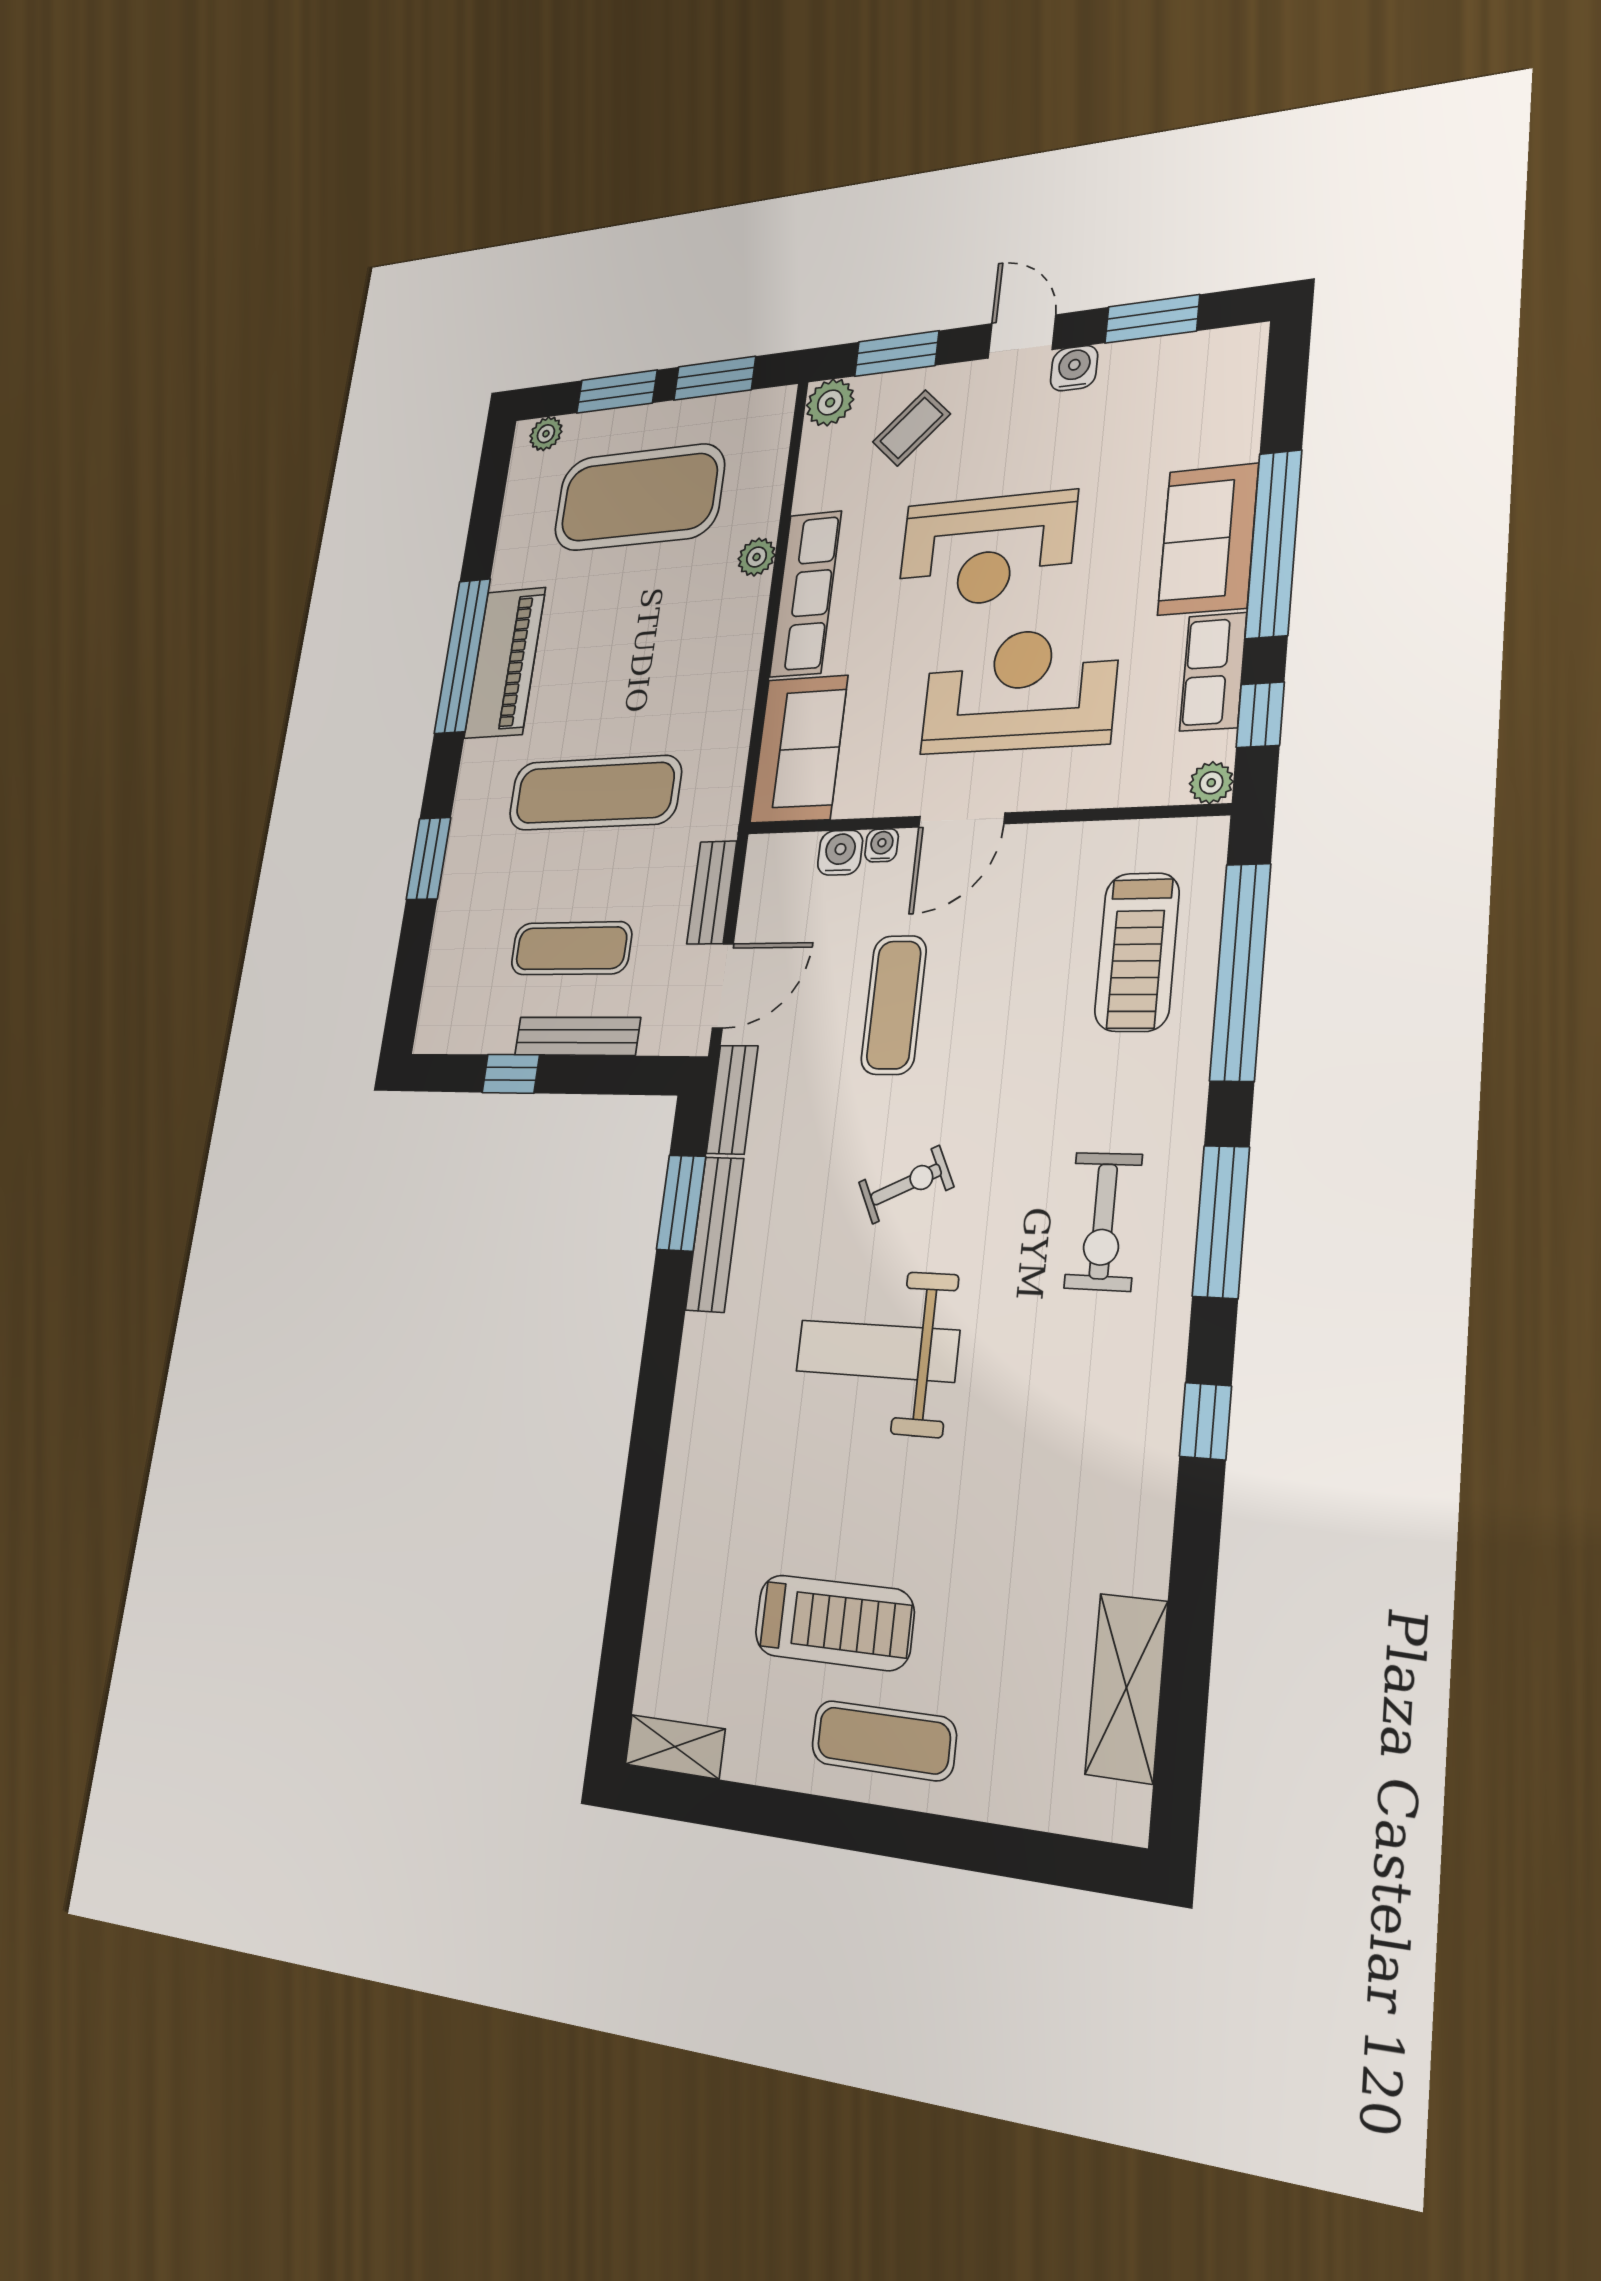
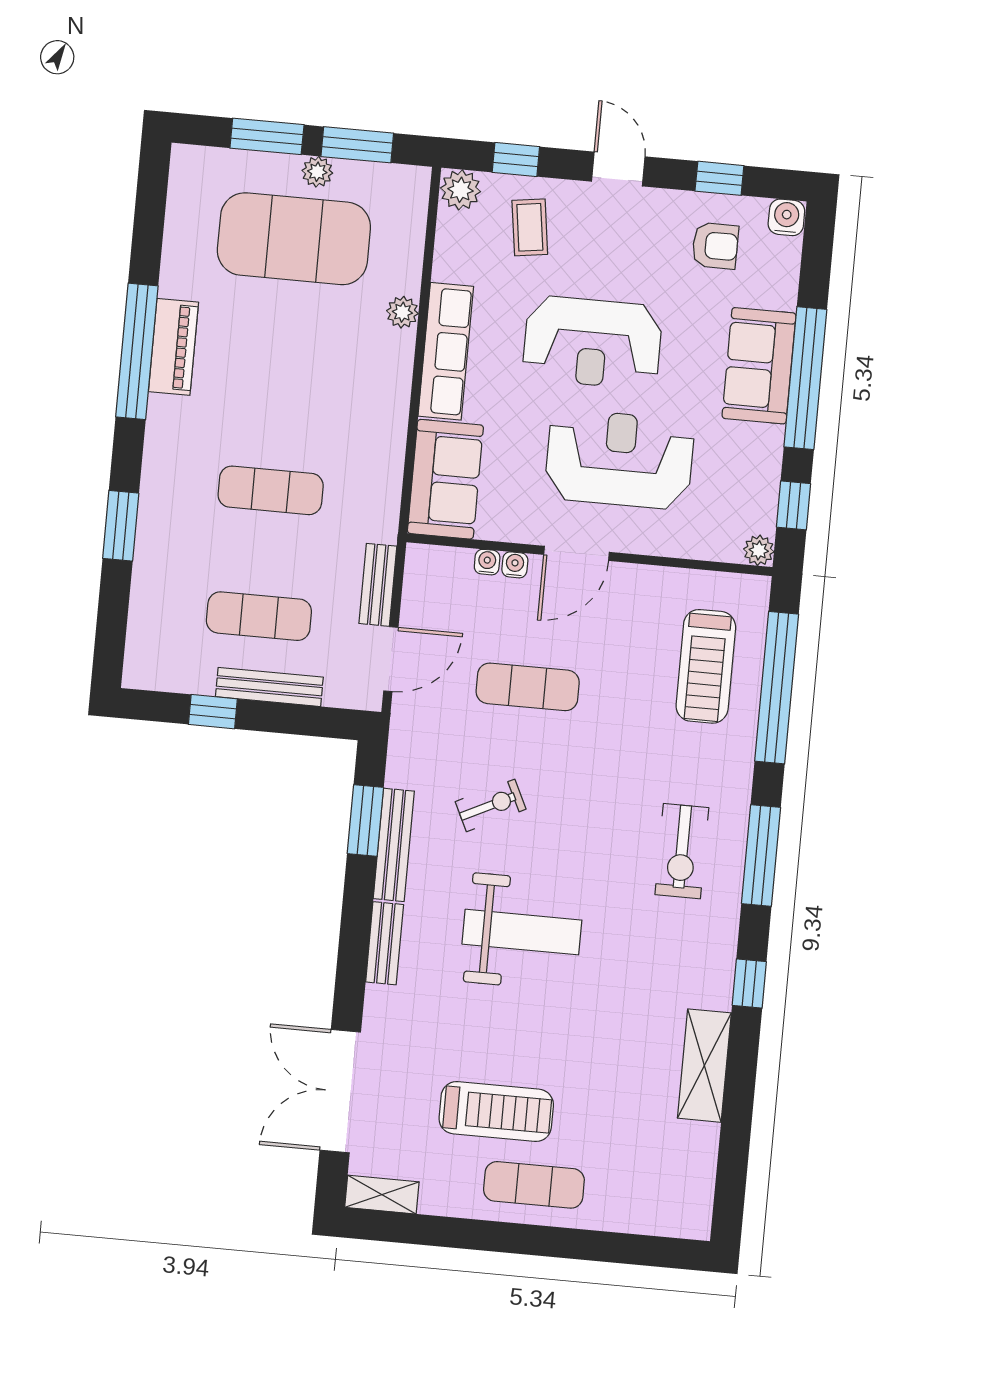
window: (1152, 319) -> (719, 178), width x0.67
window: (897, 354) -> (516, 159), width x0.67
water cooler: (1074, 368) -> (786, 217), moved
armchair: (1147, 401) -> (715, 246), added
coffee table: (911, 428) -> (530, 227), turned -53
plant: (546, 434) -> (317, 172), moved
piano: (505, 663) -> (173, 347), width x0.73, depth x0.75
row of seats: (1213, 672) -> (761, 468), removed
exercise mat: (594, 793) -> (271, 490), width x0.73, depth x0.69
water cooler: (840, 853) -> (487, 562), width x0.72, depth x0.72
exercise mat: (894, 1005) -> (528, 687), turned 90
bench: (732, 1099) -> (385, 943), moved
exercise bike: (906, 1185) -> (491, 805), moved
weight bench: (877, 1351) -> (522, 932), turned 180
double door: (629, 1588) -> (340, 1091), added
shelving: (1126, 1688) -> (704, 1066), moved

